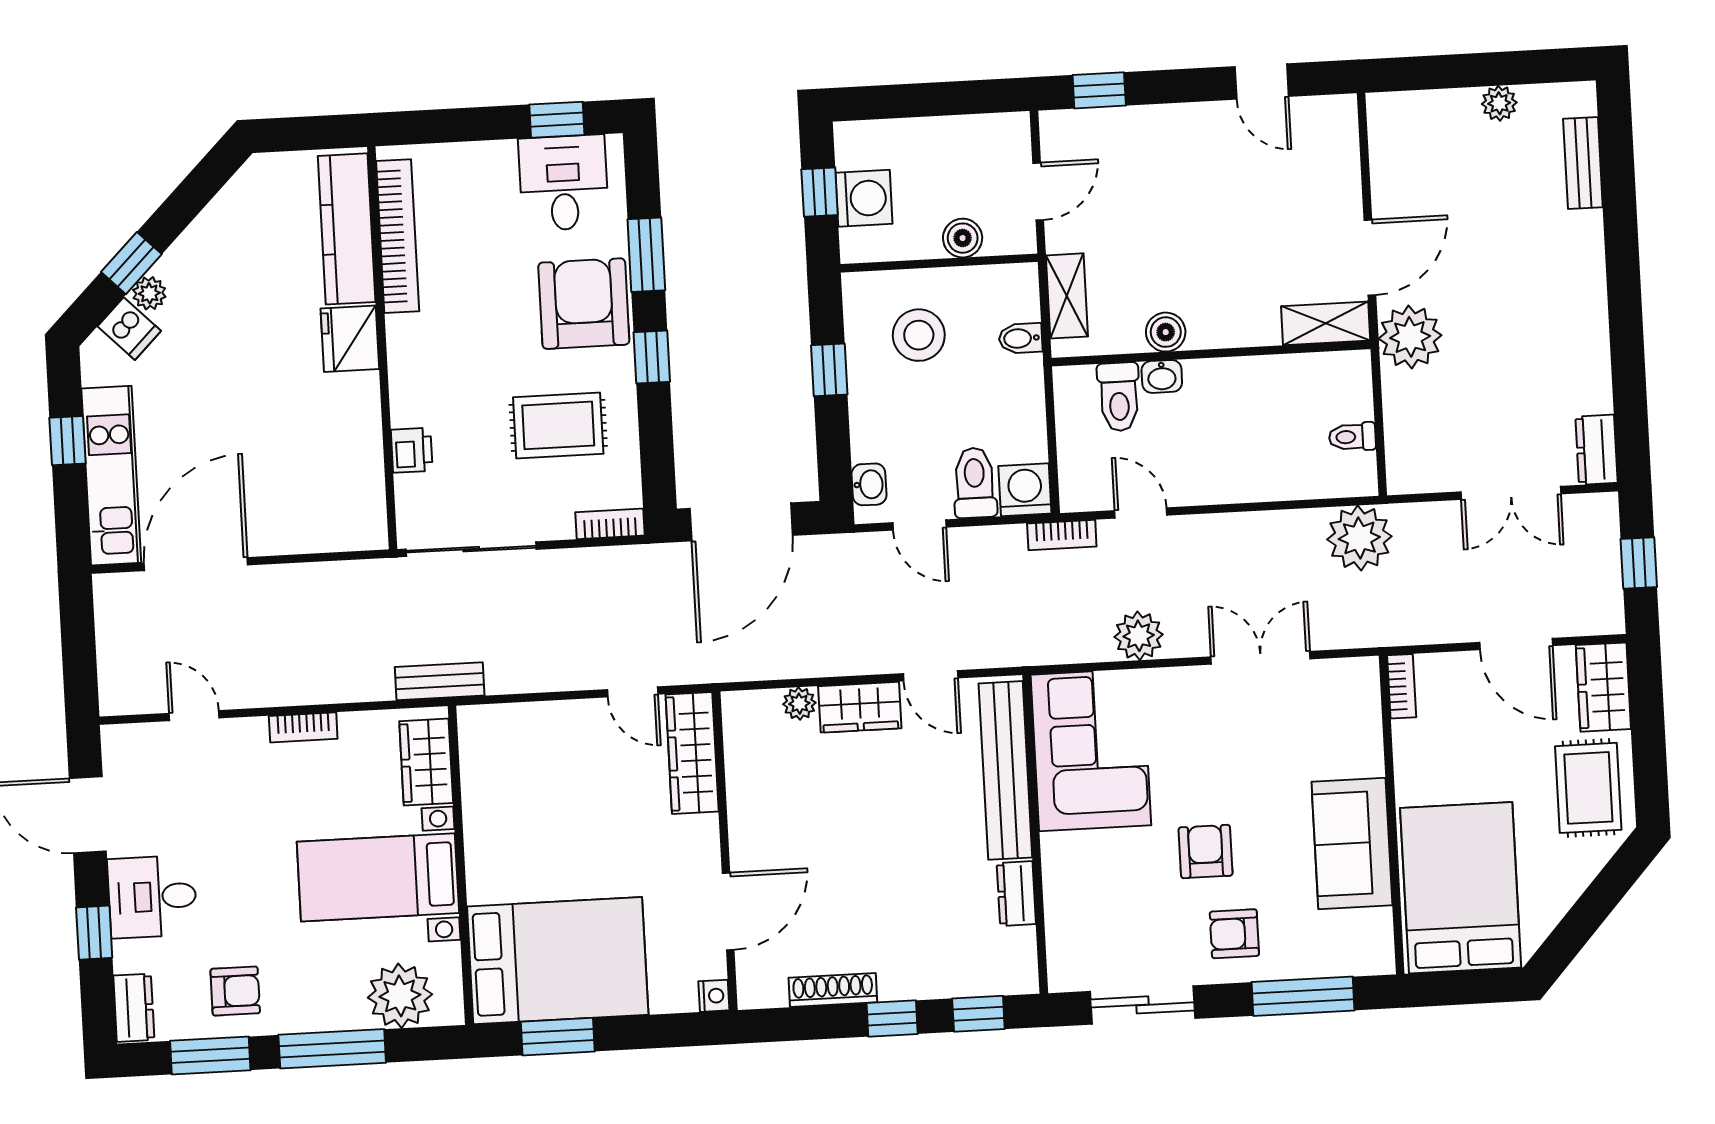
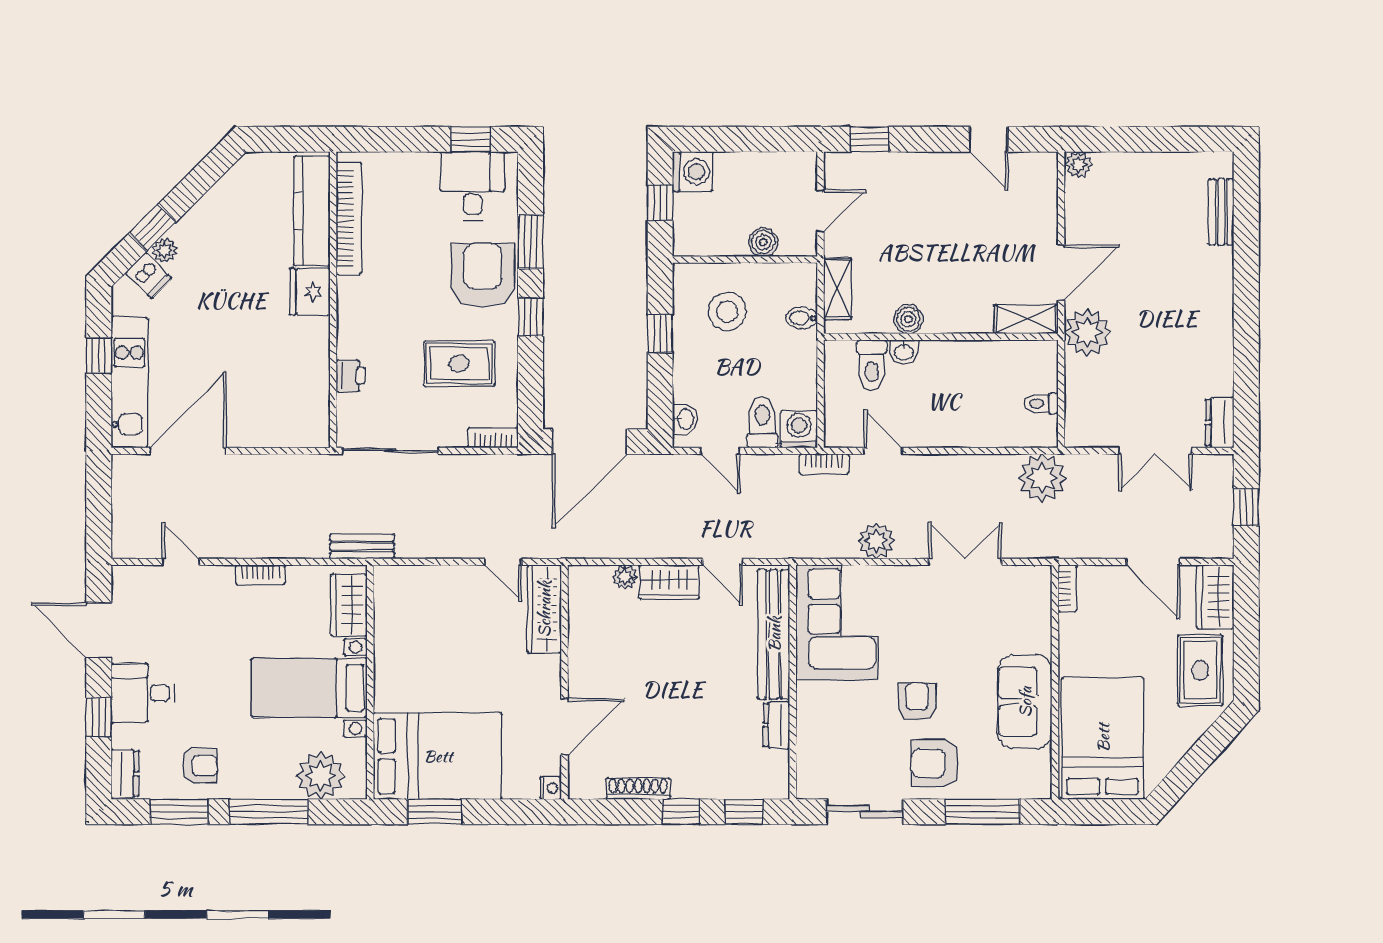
plant: (1499, 103) -> (1078, 165), moved
washing machine: (864, 198) -> (692, 172), moved
armchair: (1234, 934) -> (935, 763), width x1.38, depth x1.38

